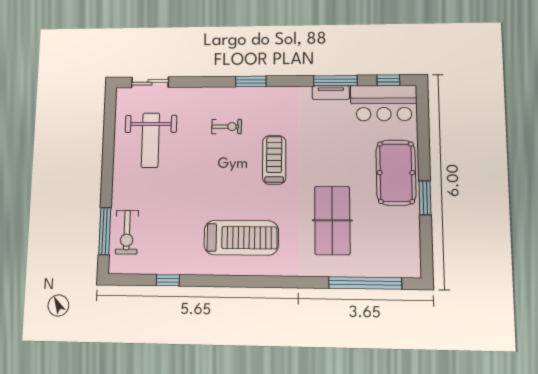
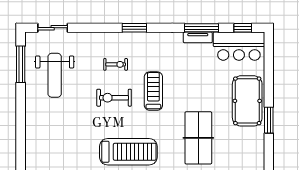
window: (105, 231) -> (21, 64), moved
exercise bike: (127, 232) -> (114, 98), moved, turned 90

